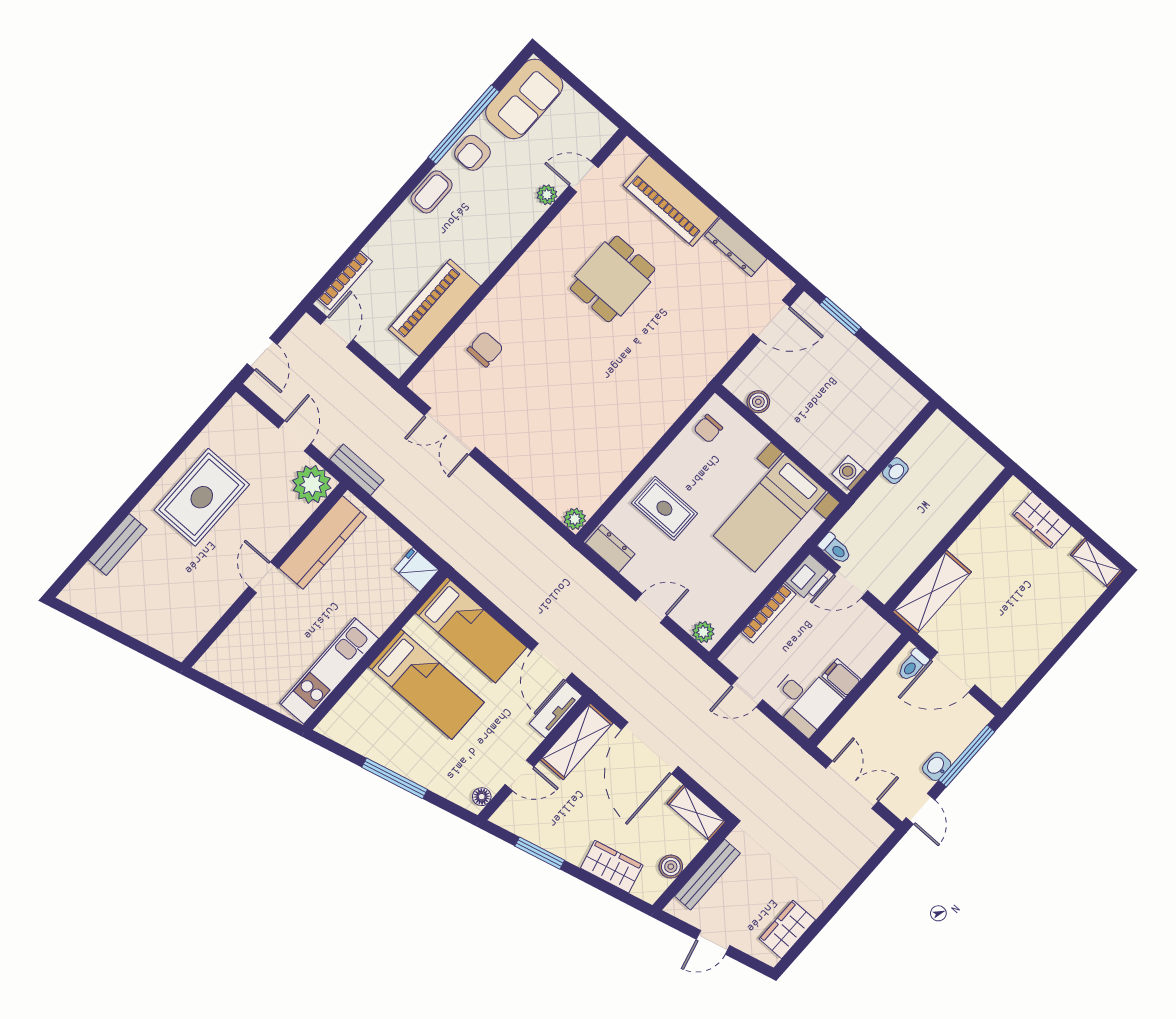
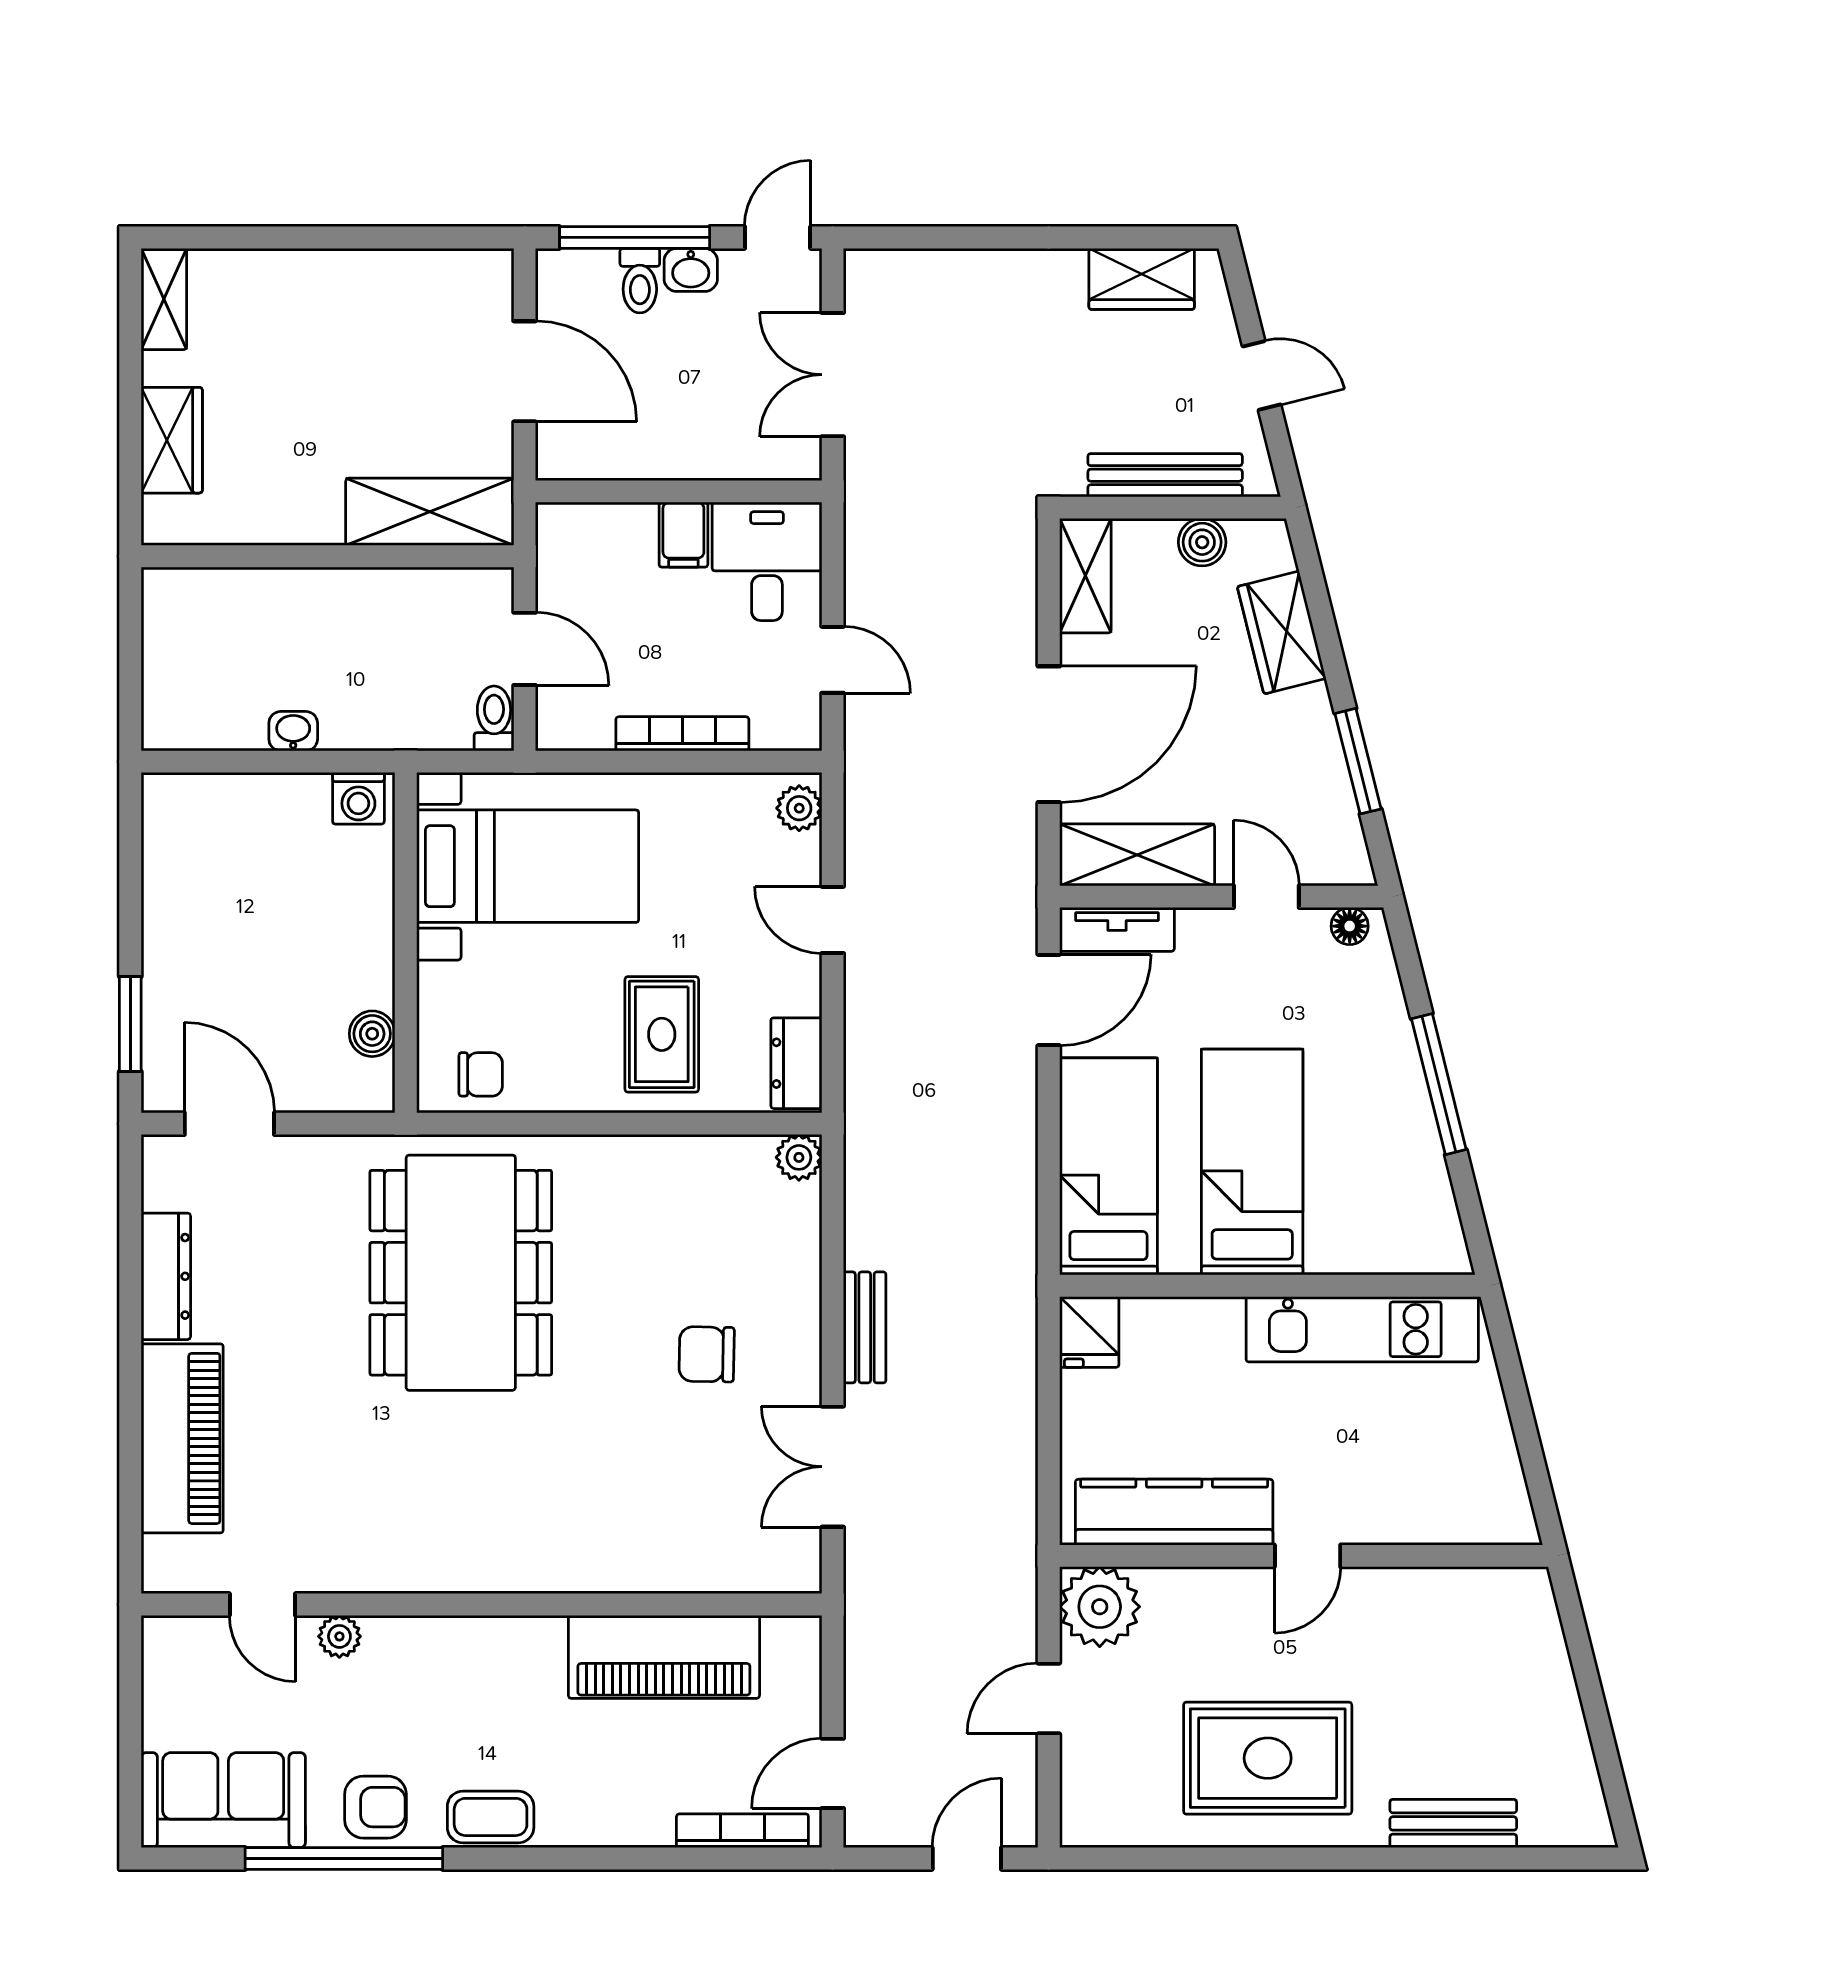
dining table: (613, 279) -> (461, 1273), moved, width x1.88, depth x1.24
chair: (485, 349) -> (707, 1354), moved
double door: (450, 431) -> (833, 1467), swing flipped
bench: (357, 470) -> (865, 1327), moved
printer: (809, 578) -> (573, 719), removed
toilet: (913, 665) -> (640, 281), moved, turned 90

